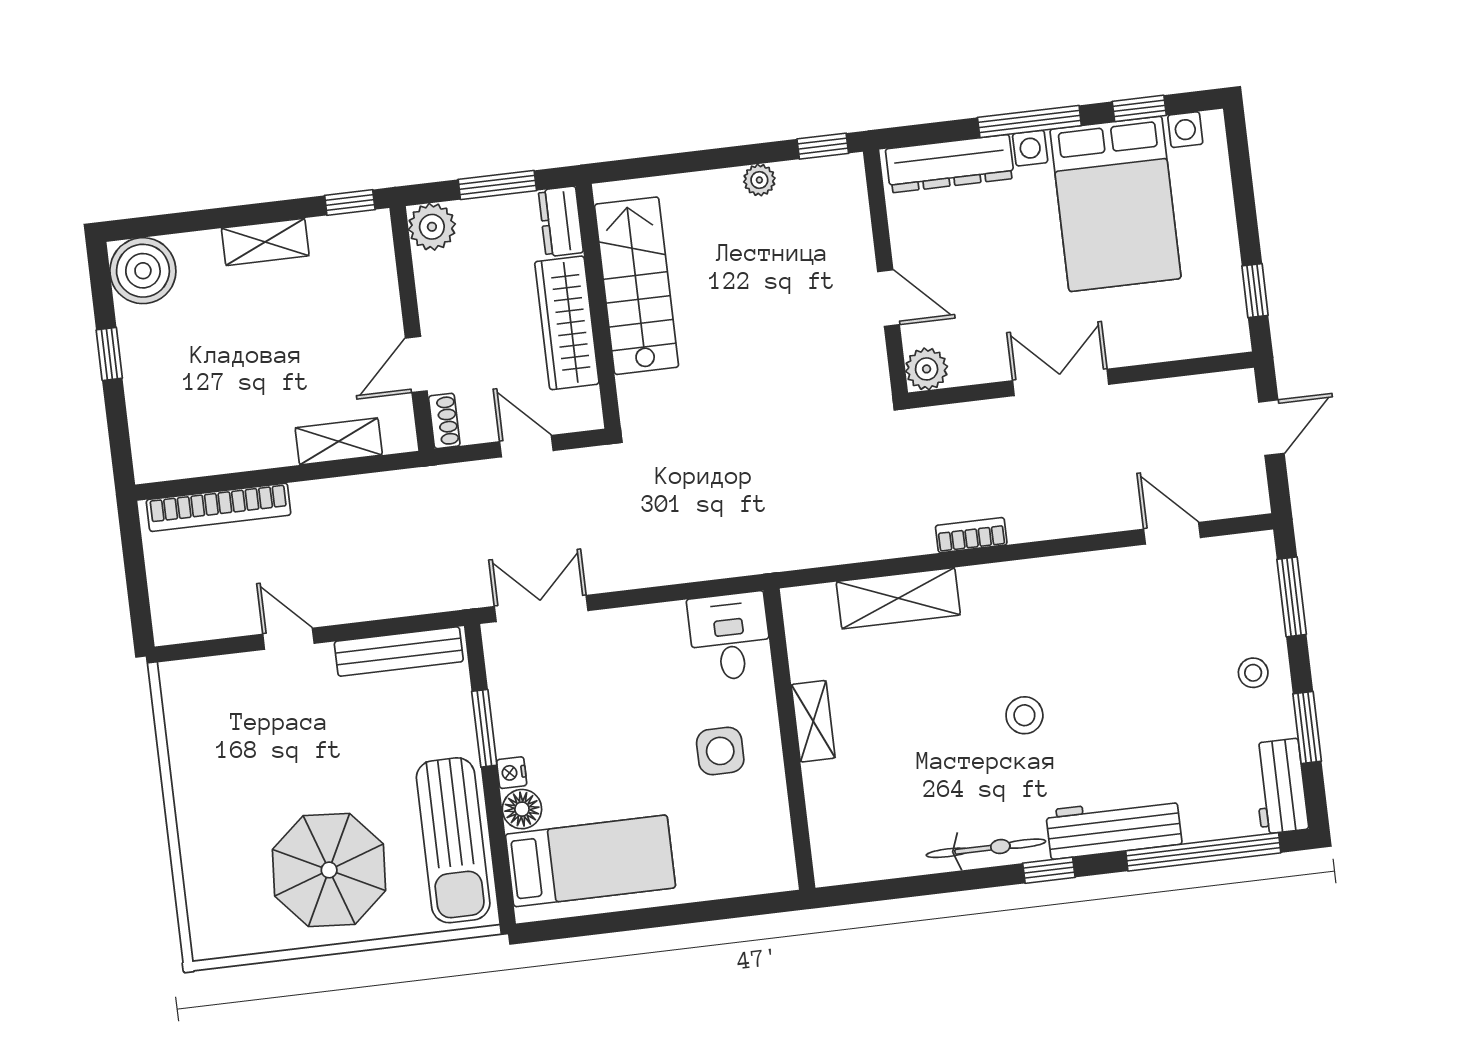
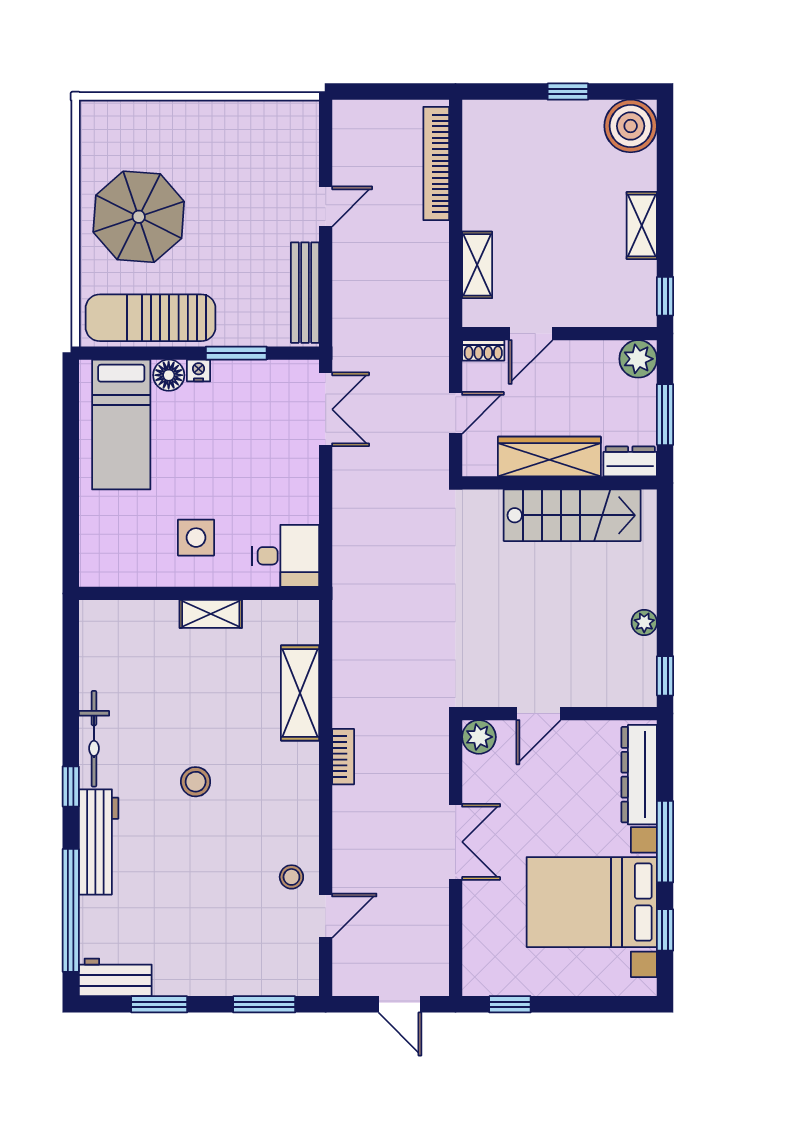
door: (416, 364) -> (531, 334), swing flipped
stool: (1253, 673) -> (291, 877), moved

